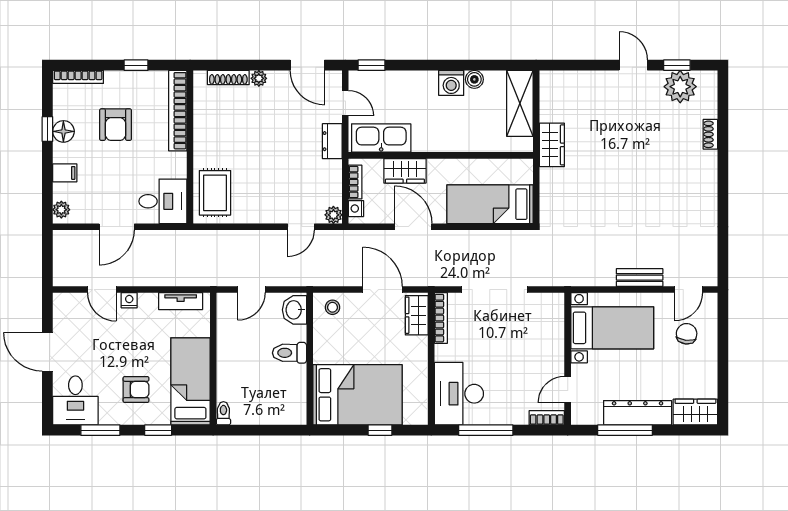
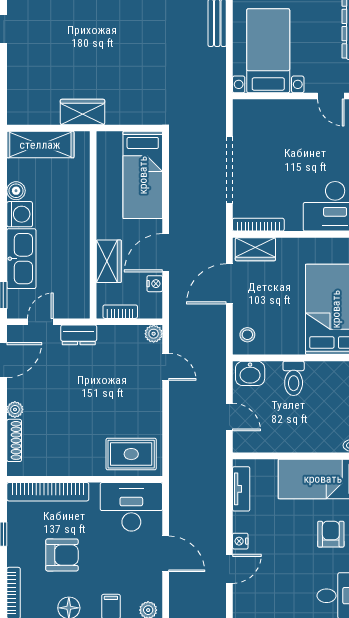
kitchen sink: (381, 138) -> (21, 259), moved, turned 180
desk: (163, 201) -> (131, 507), width x1.37
nightstand: (356, 209) -> (155, 284), moved, turned -90

